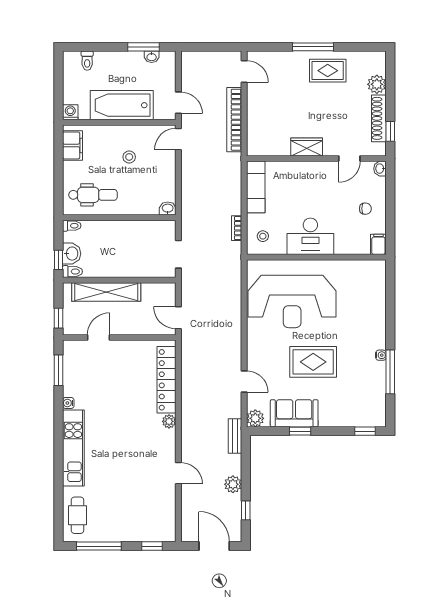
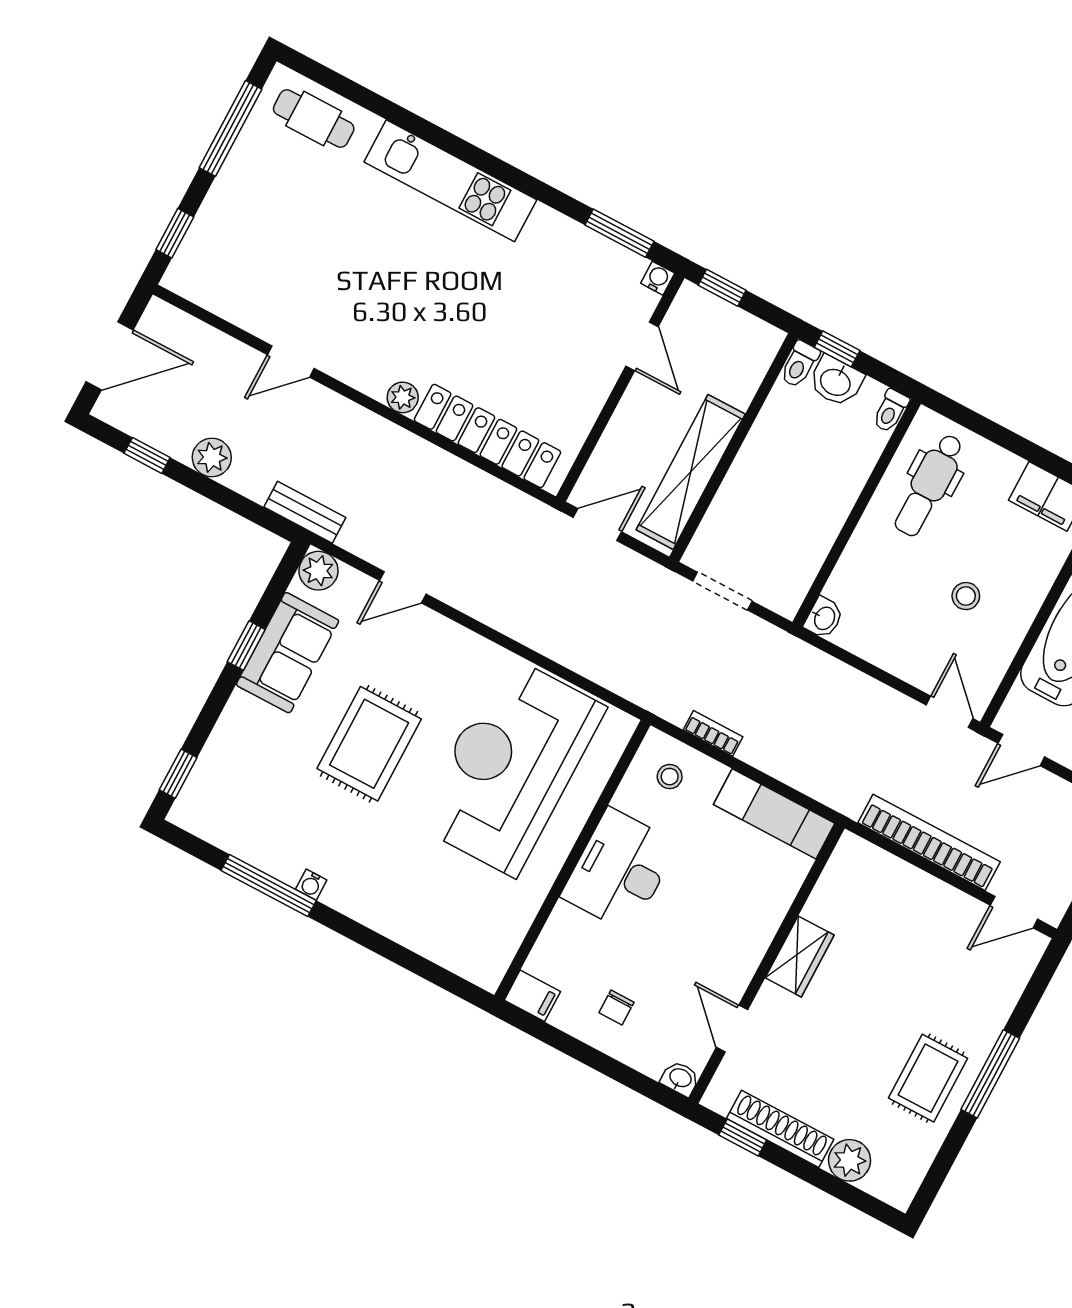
shelving: (106, 292) -> (691, 472), moved
water cooler: (68, 403) -> (658, 278), moved

